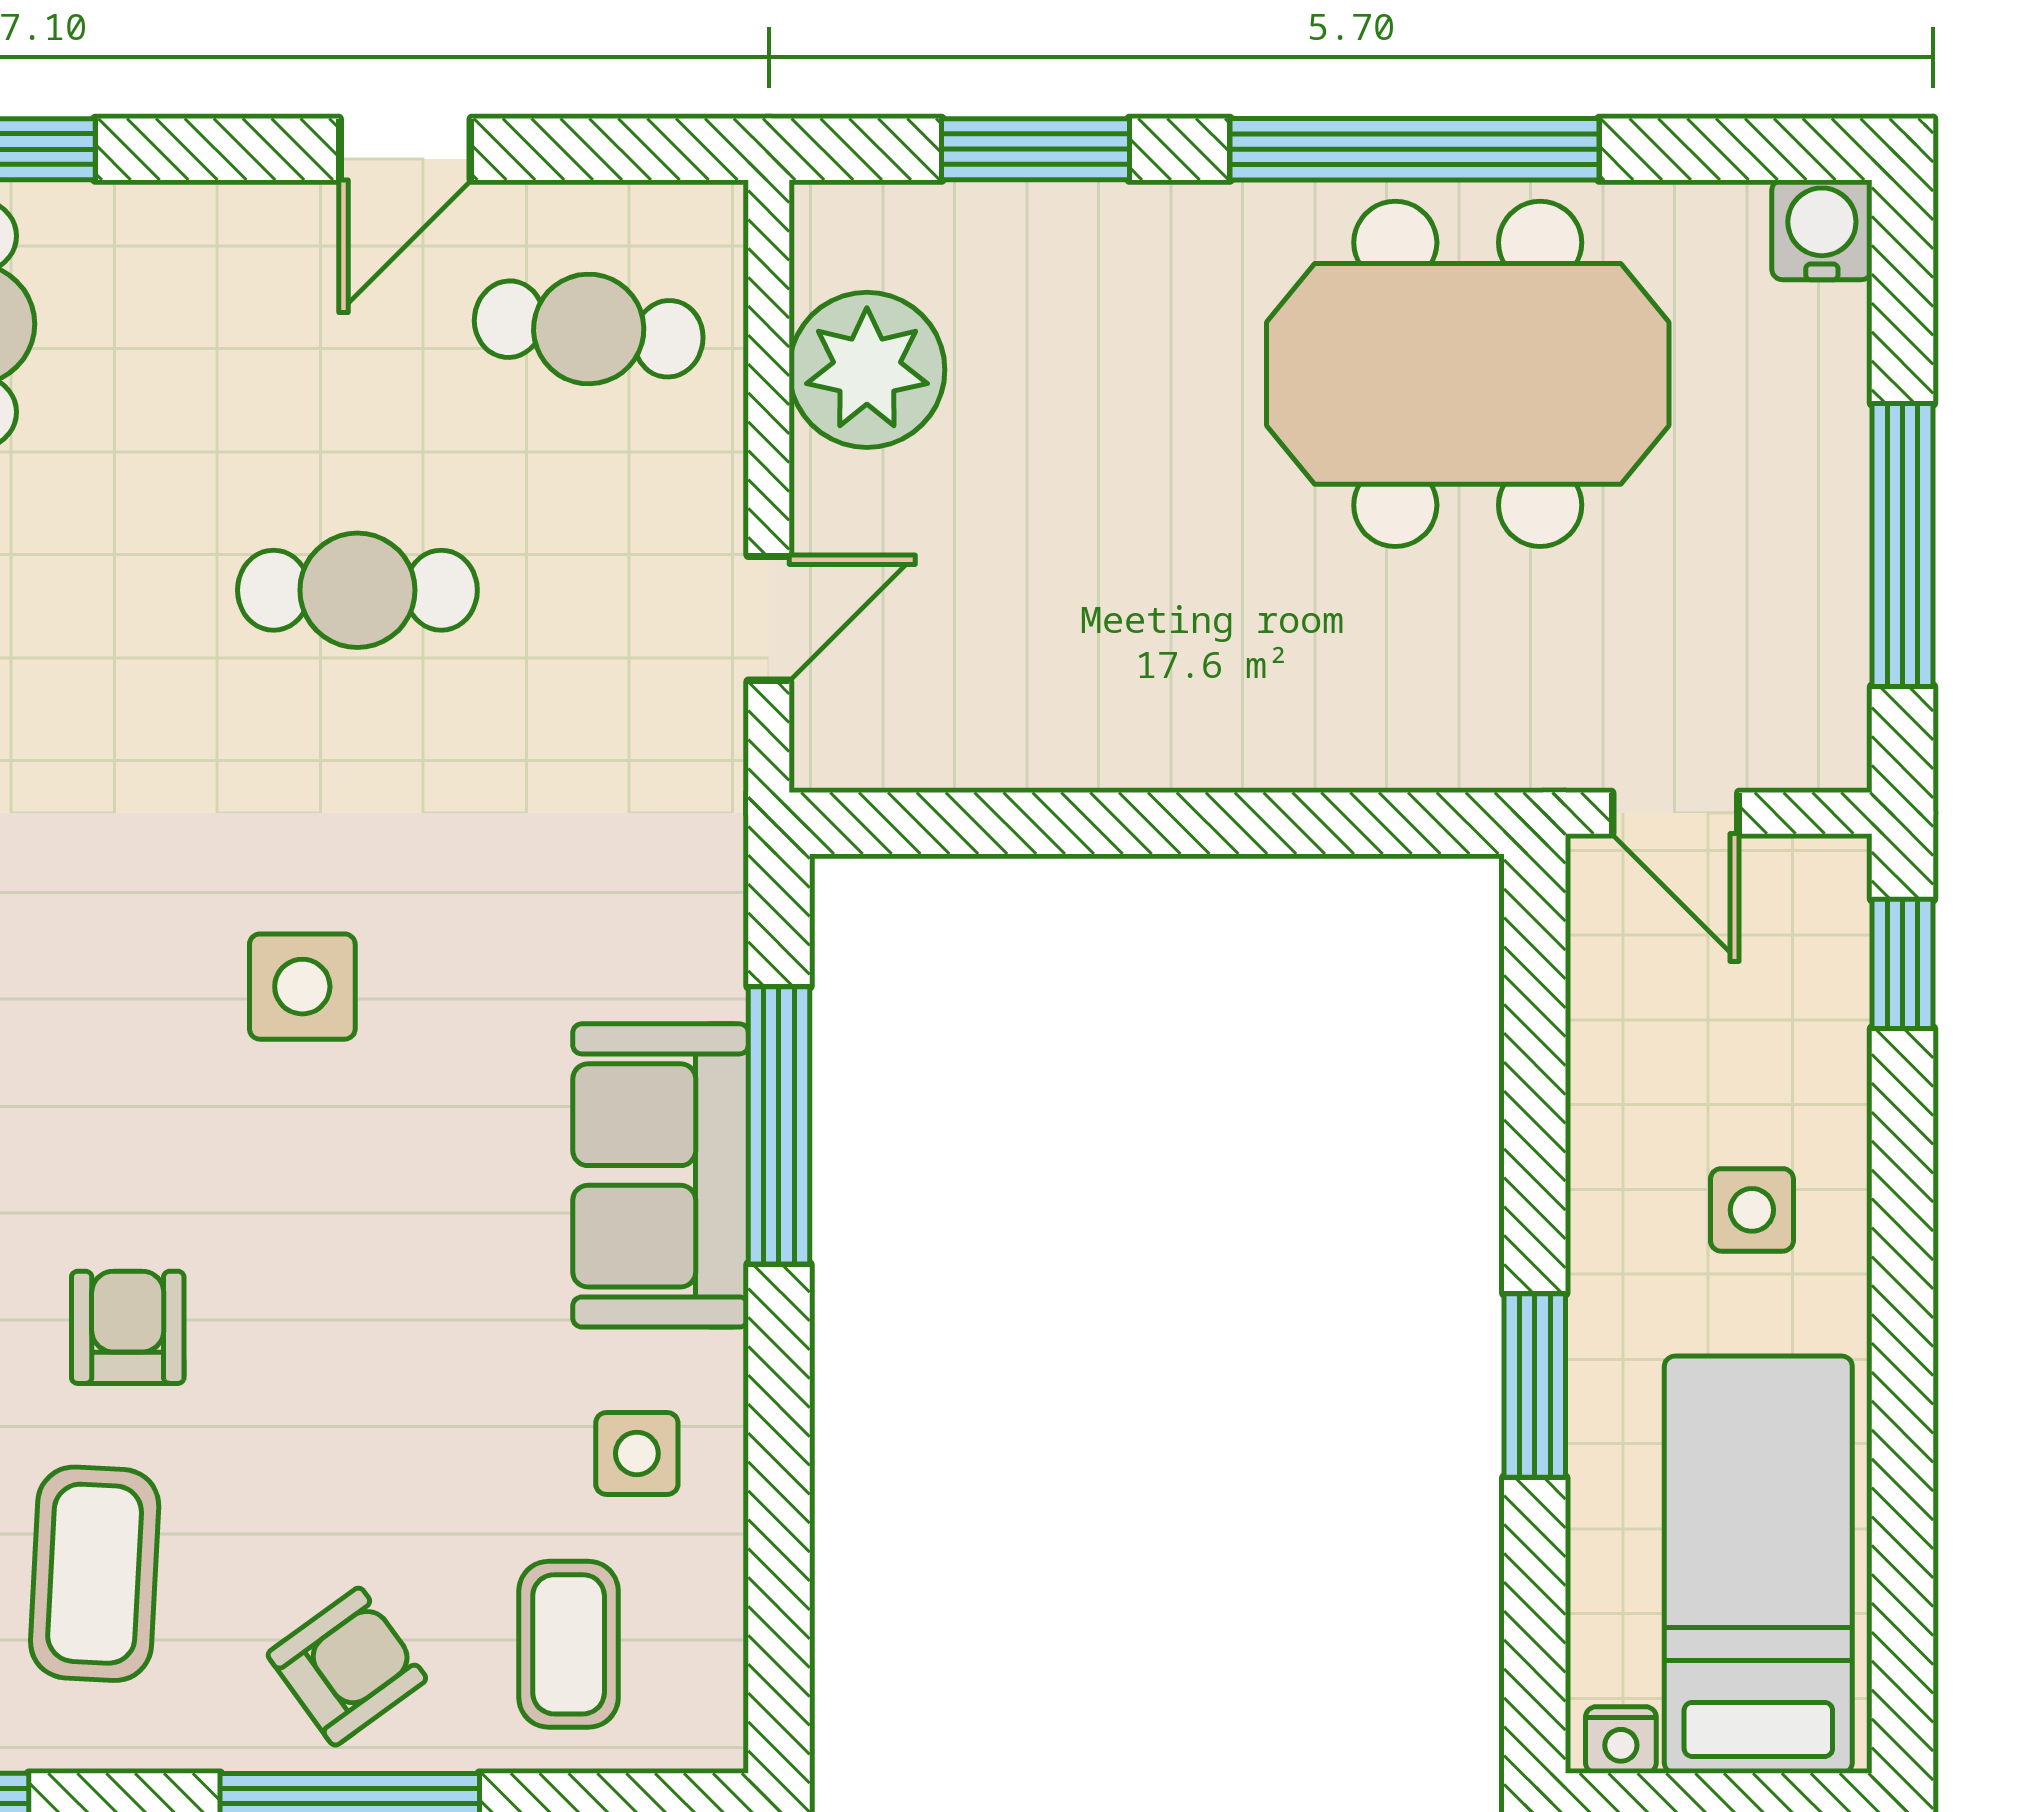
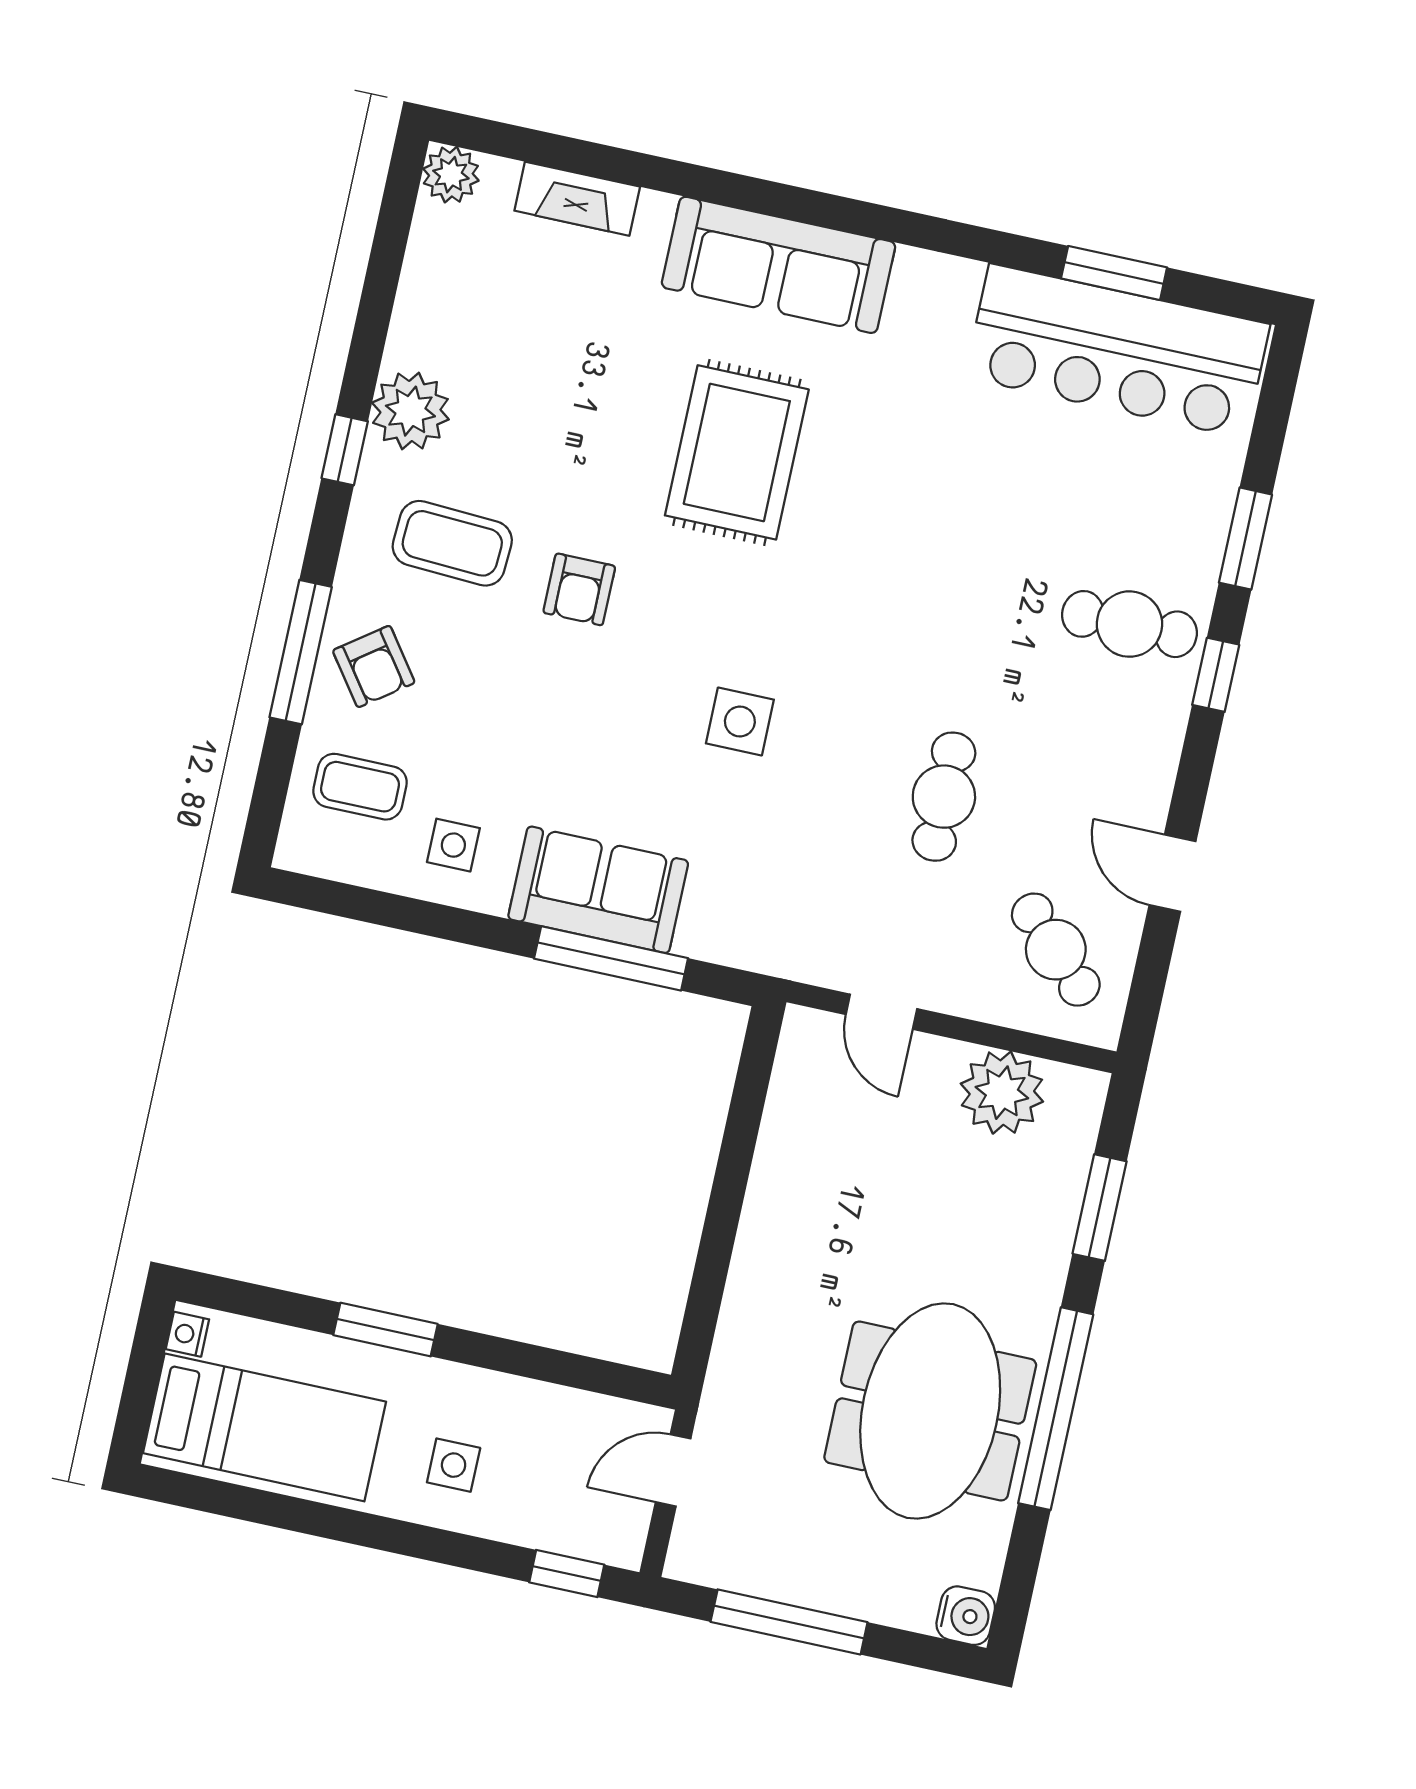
cafe table: (589, 329) -> (1056, 950), turned -52
armchair: (128, 1327) -> (579, 589), turned 90

